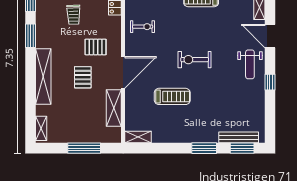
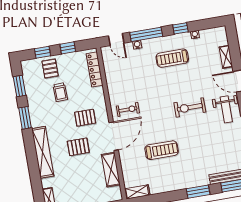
exercise bike: (143, 27) -> (128, 109), moved
exercise bike: (195, 60) -> (190, 107), moved
pallet: (83, 77) -> (78, 147), turned 90

